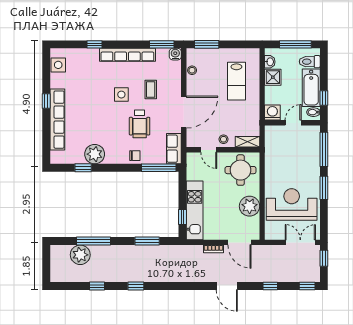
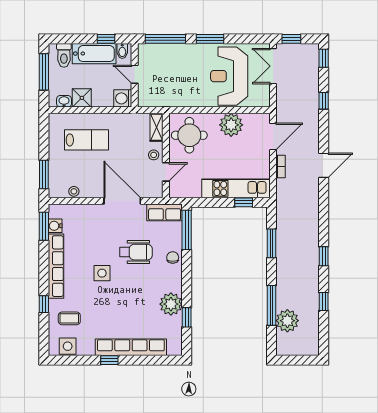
water cooler: (175, 54) -> (55, 226), moved
coffee table: (151, 89) -> (69, 318), moved
door: (227, 286) -> (324, 165), moved

